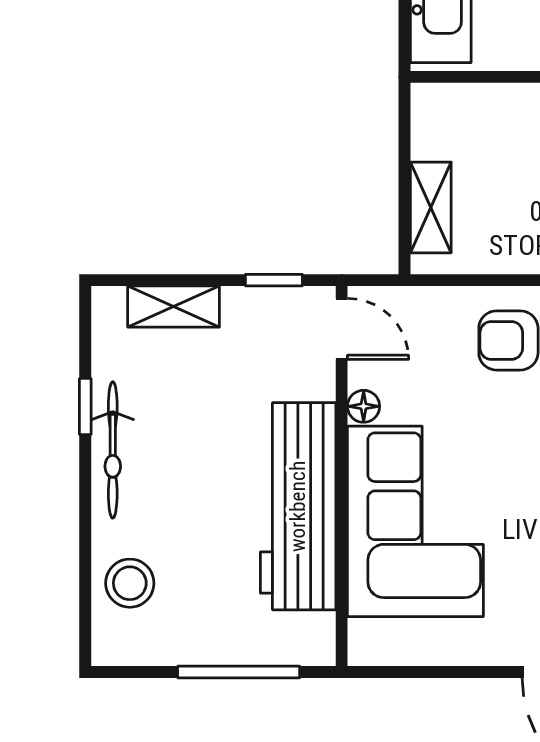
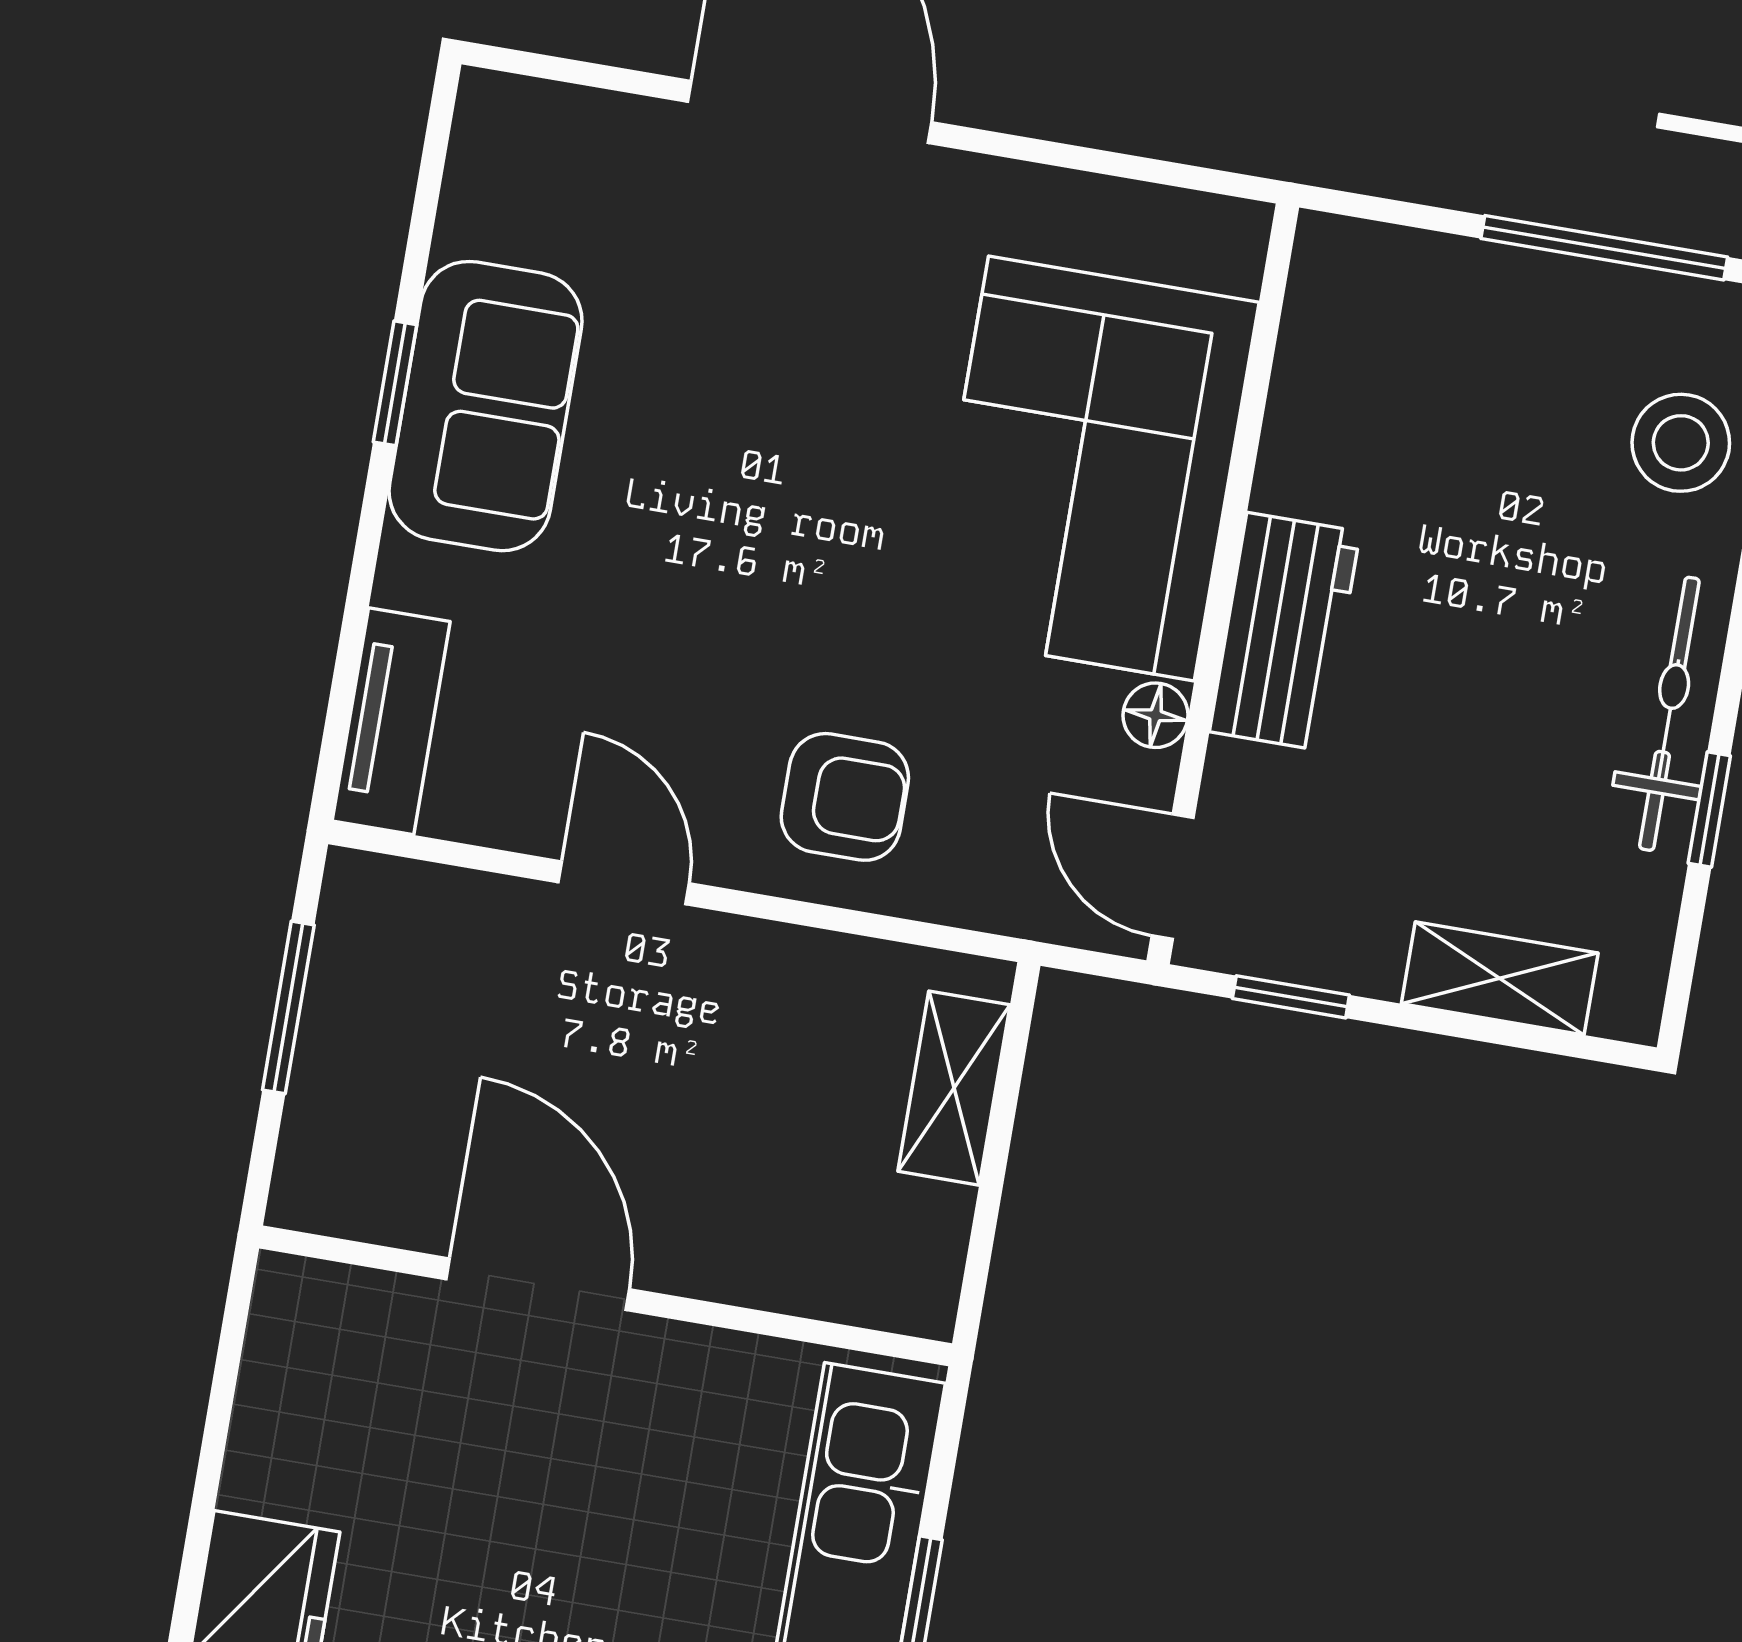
workbench: (298, 506) -> (1285, 632), width x0.53, depth x0.76
window: (239, 672) -> (1604, 248), moved

